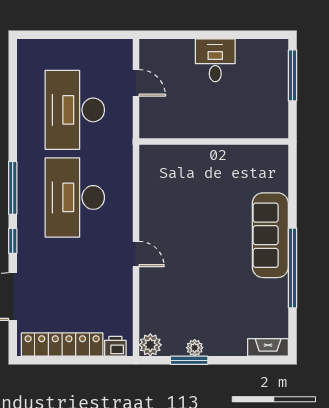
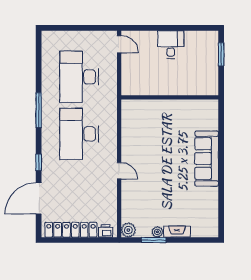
window: (292, 75) -> (221, 54), width x0.69
door: (136, 83) -> (119, 44), moved
window: (13, 188) -> (39, 110), moved
window: (292, 268) -> (221, 180), removed
fireplace: (268, 347) -> (177, 232), moved

